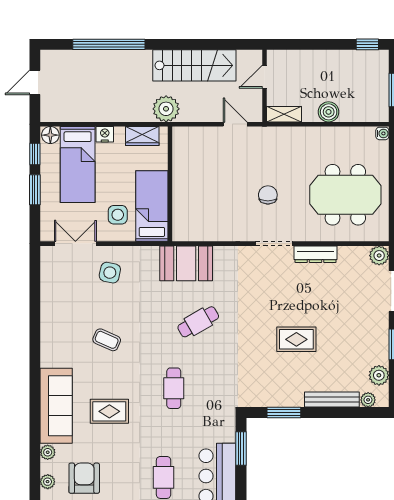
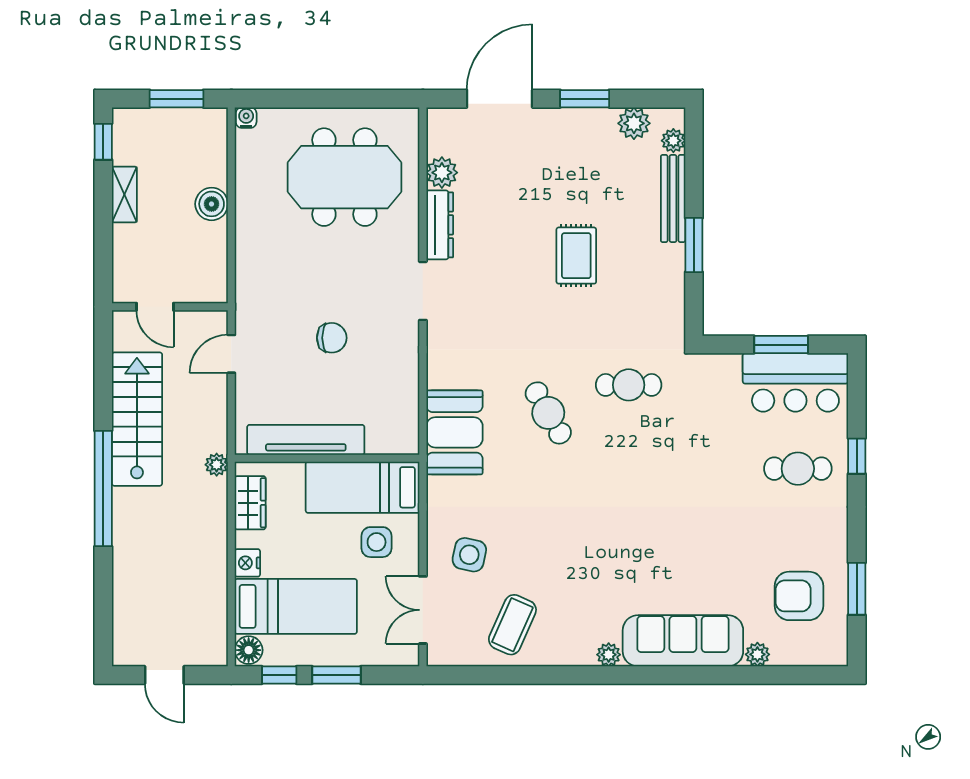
window: (109, 44) -> (103, 489), moved
plant: (166, 109) -> (217, 465), width x0.53, depth x0.53
shelving: (284, 114) -> (124, 195), moved
tv unit: (181, 171) -> (306, 440), added
chair: (268, 195) -> (332, 338), moved, turned 180
meeting table: (345, 195) -> (344, 177), turned 90
plant: (379, 256) -> (442, 173), moved
coffee table: (107, 340) -> (512, 625), moved, width x1.36, depth x1.30
cafe table: (174, 388) -> (629, 385), moved
rug: (109, 411) -> (692, 556), removed
window: (284, 413) -> (694, 245), moved
window: (241, 449) -> (781, 345), moved
plant: (48, 482) -> (609, 655), moved

